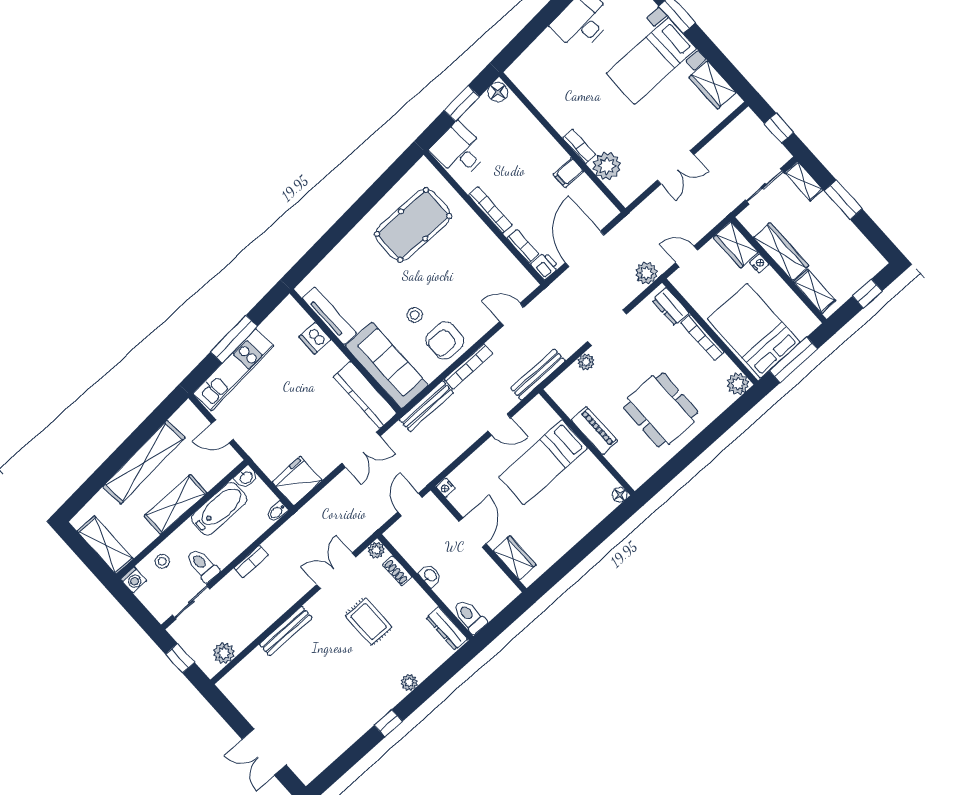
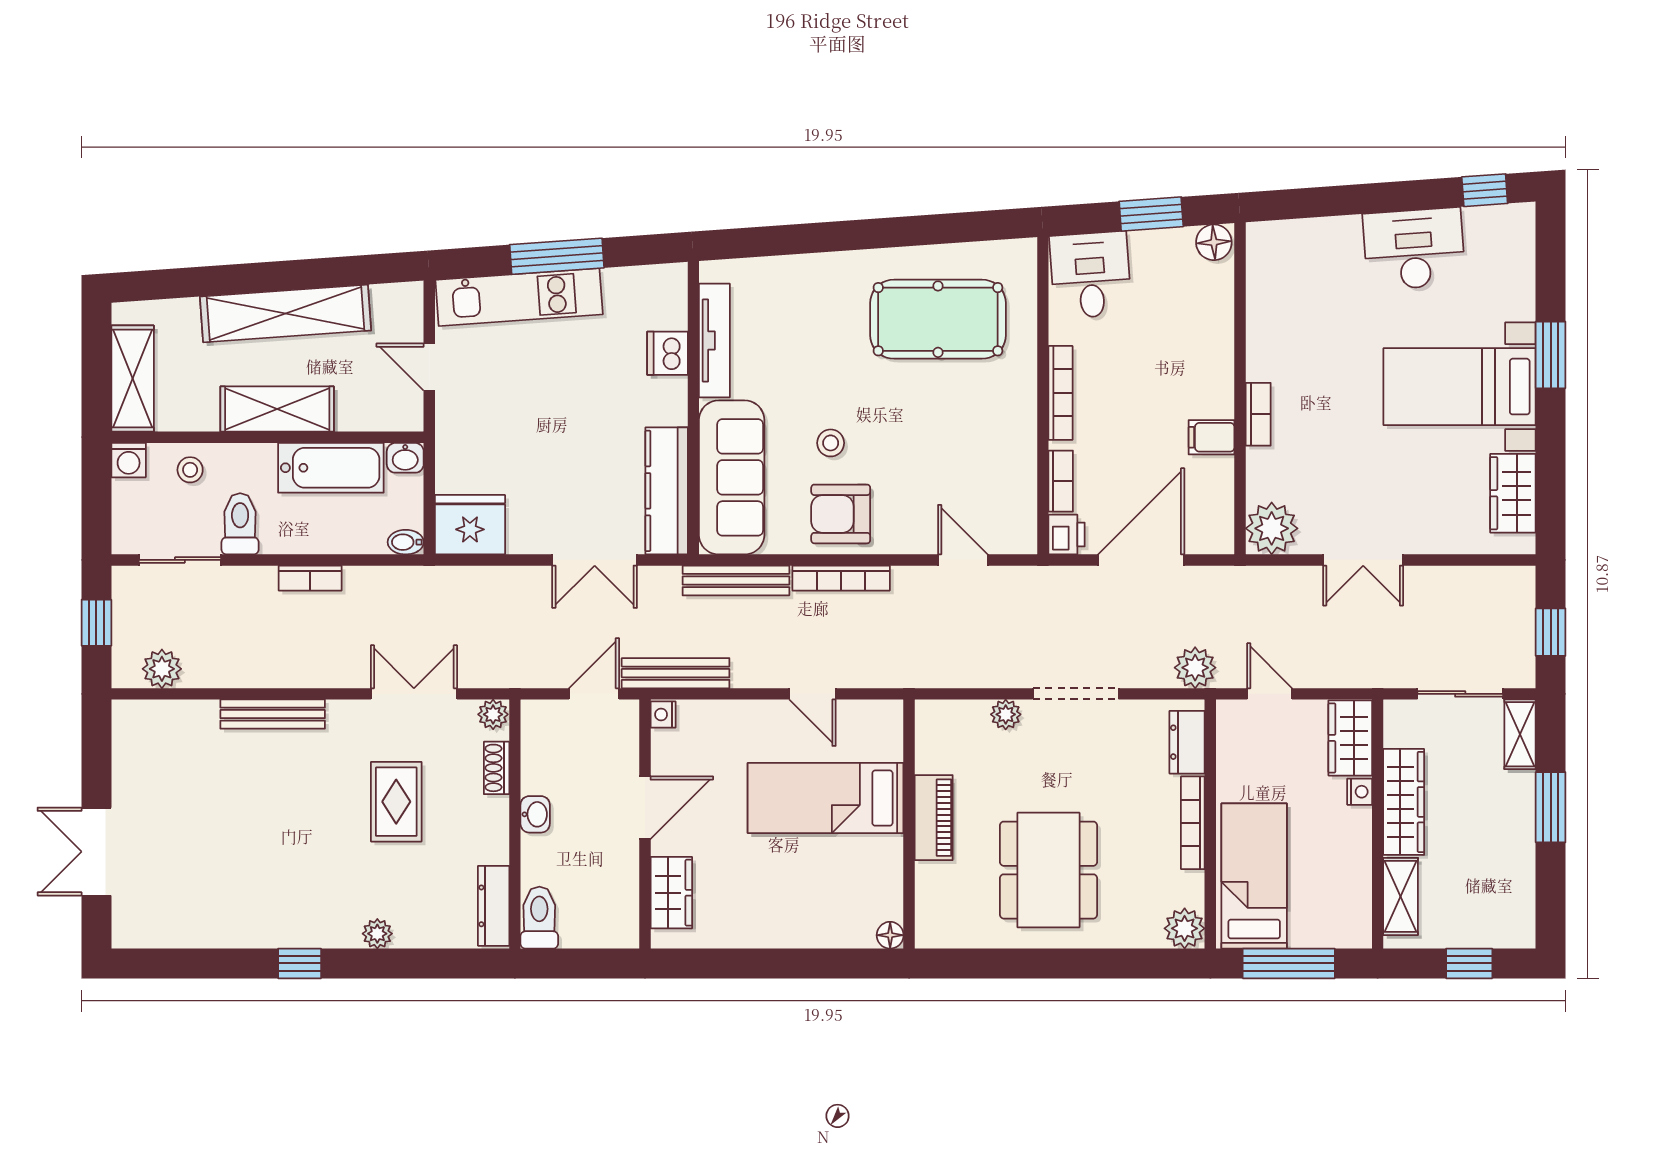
plant: (607, 166) -> (1272, 528), moved
bed: (754, 331) -> (1254, 876), width x0.67
bench: (538, 375) -> (676, 673), moved

